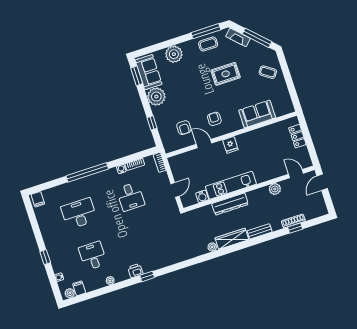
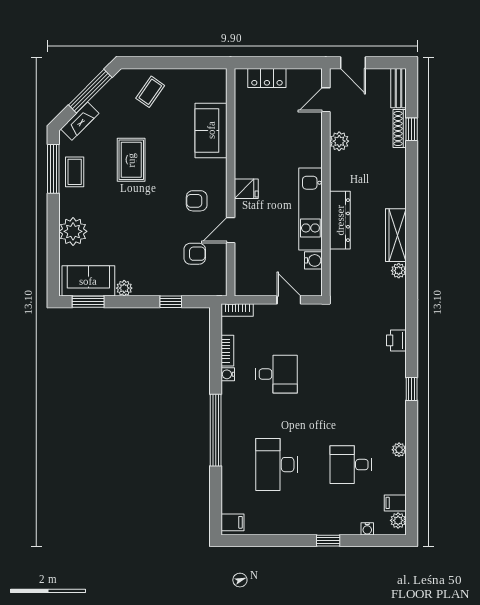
plant: (156, 97) -> (124, 288), width x0.53, depth x0.53
bench: (260, 231) -> (398, 88), moved
printer: (135, 271) -> (396, 340), moved

